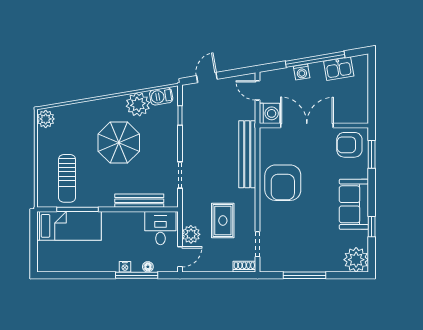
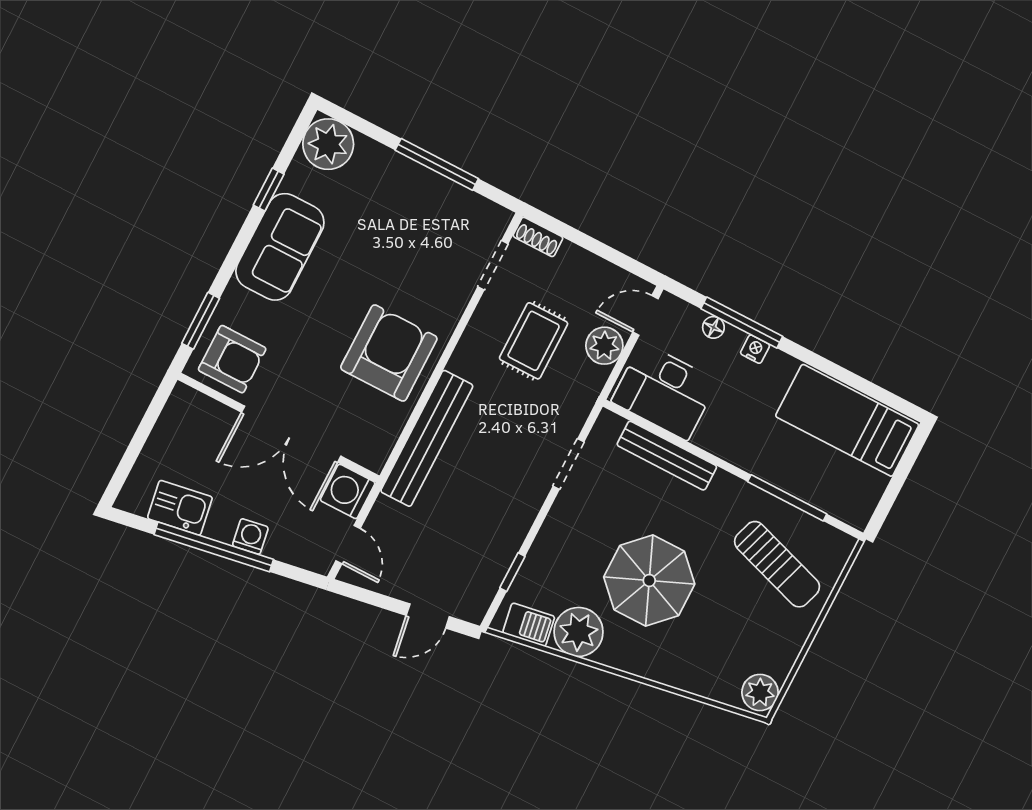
sun lounger: (67, 178) -> (777, 564), turned 108
bed: (69, 226) -> (847, 420), moved
desk: (160, 228) -> (665, 391), width x1.37

